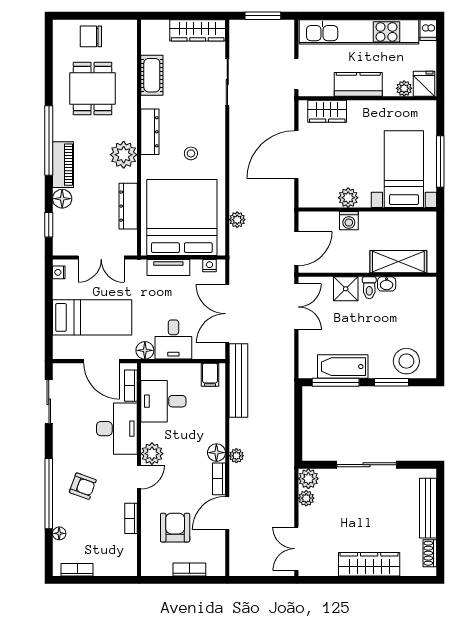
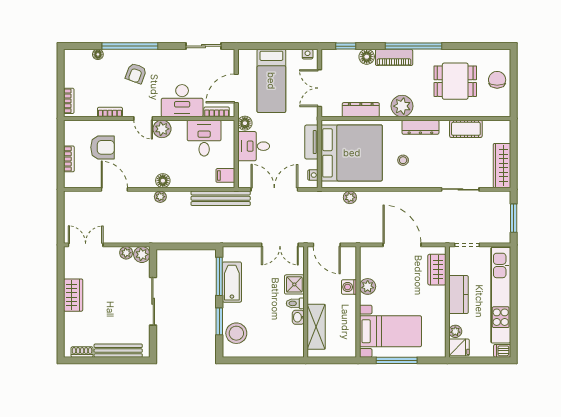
bookcase: (219, 479) -> (142, 183), removed
wardrobe: (369, 564) -> (73, 295), width x0.67
bookcase: (77, 570) -> (69, 101), moved

